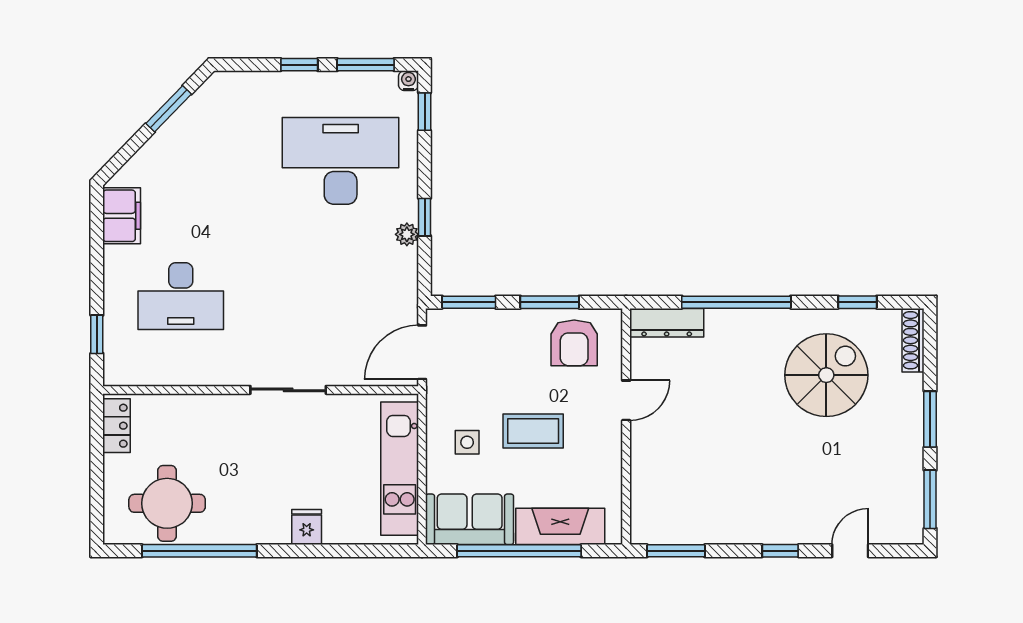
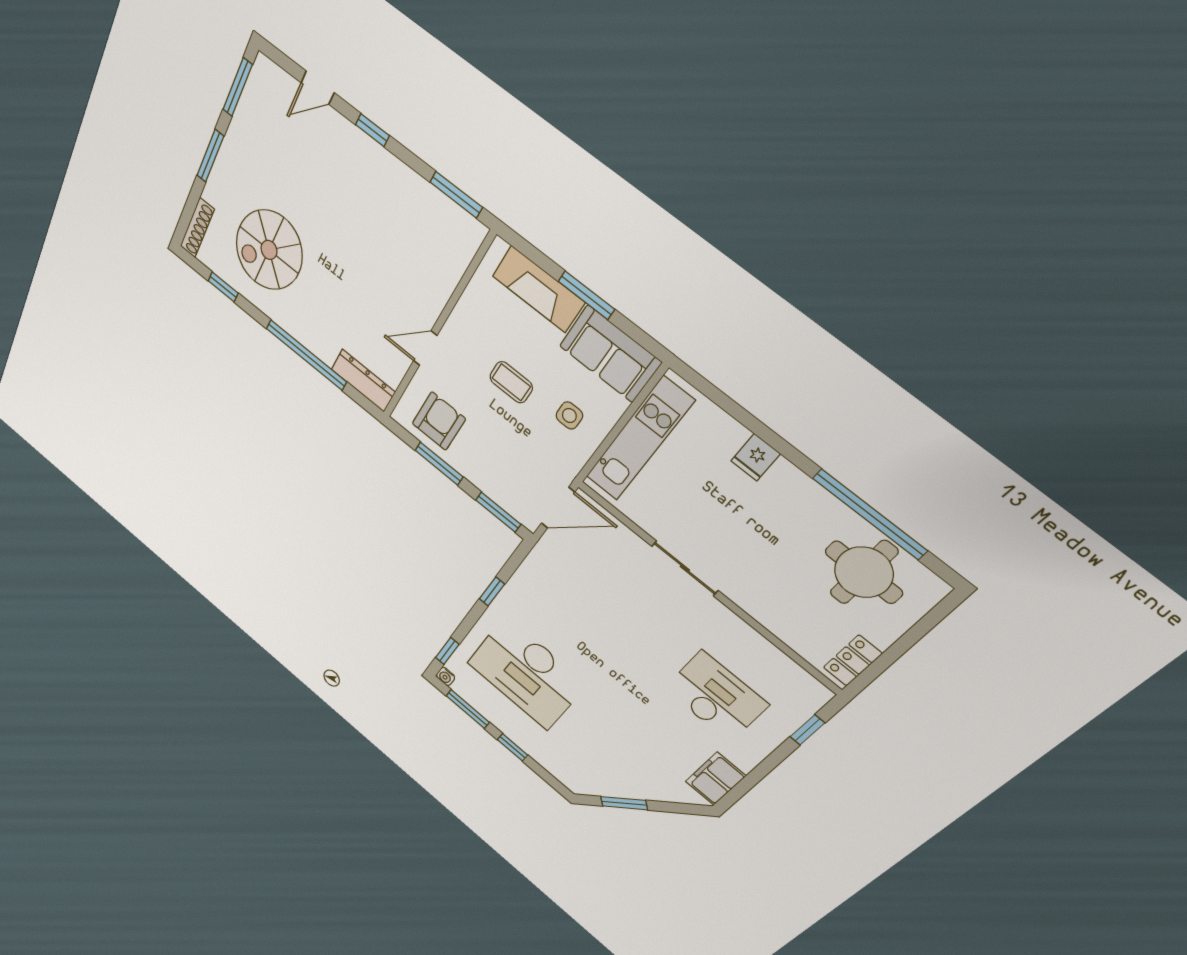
plant: (407, 234) -> (512, 592), removed
coffee table: (533, 431) -> (511, 382), width x0.73, depth x0.77
window: (519, 551) -> (586, 295), width x0.47

